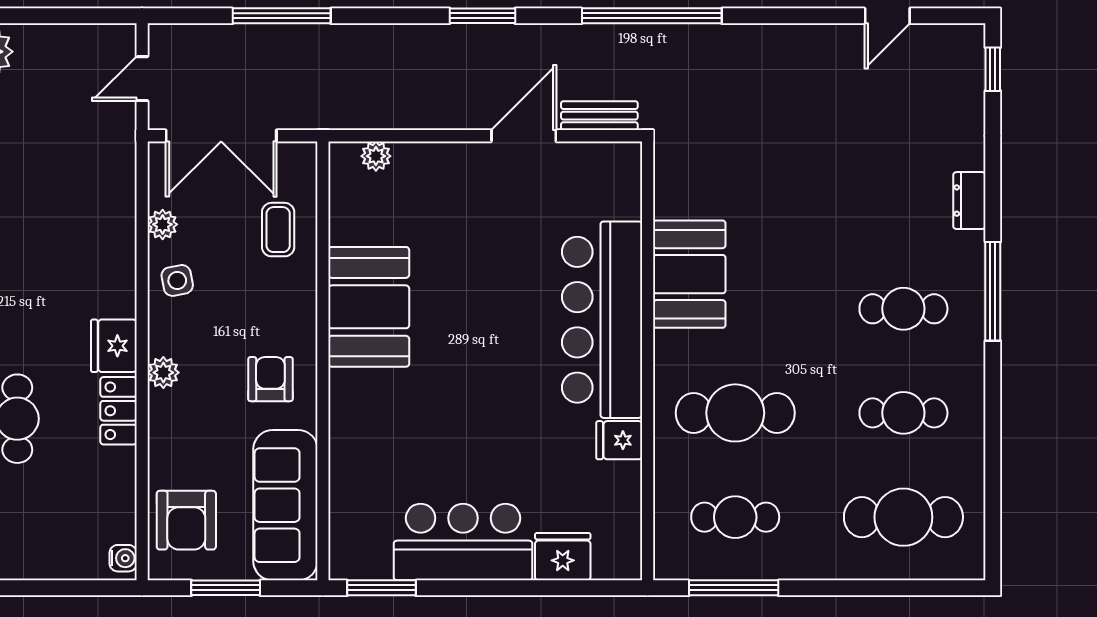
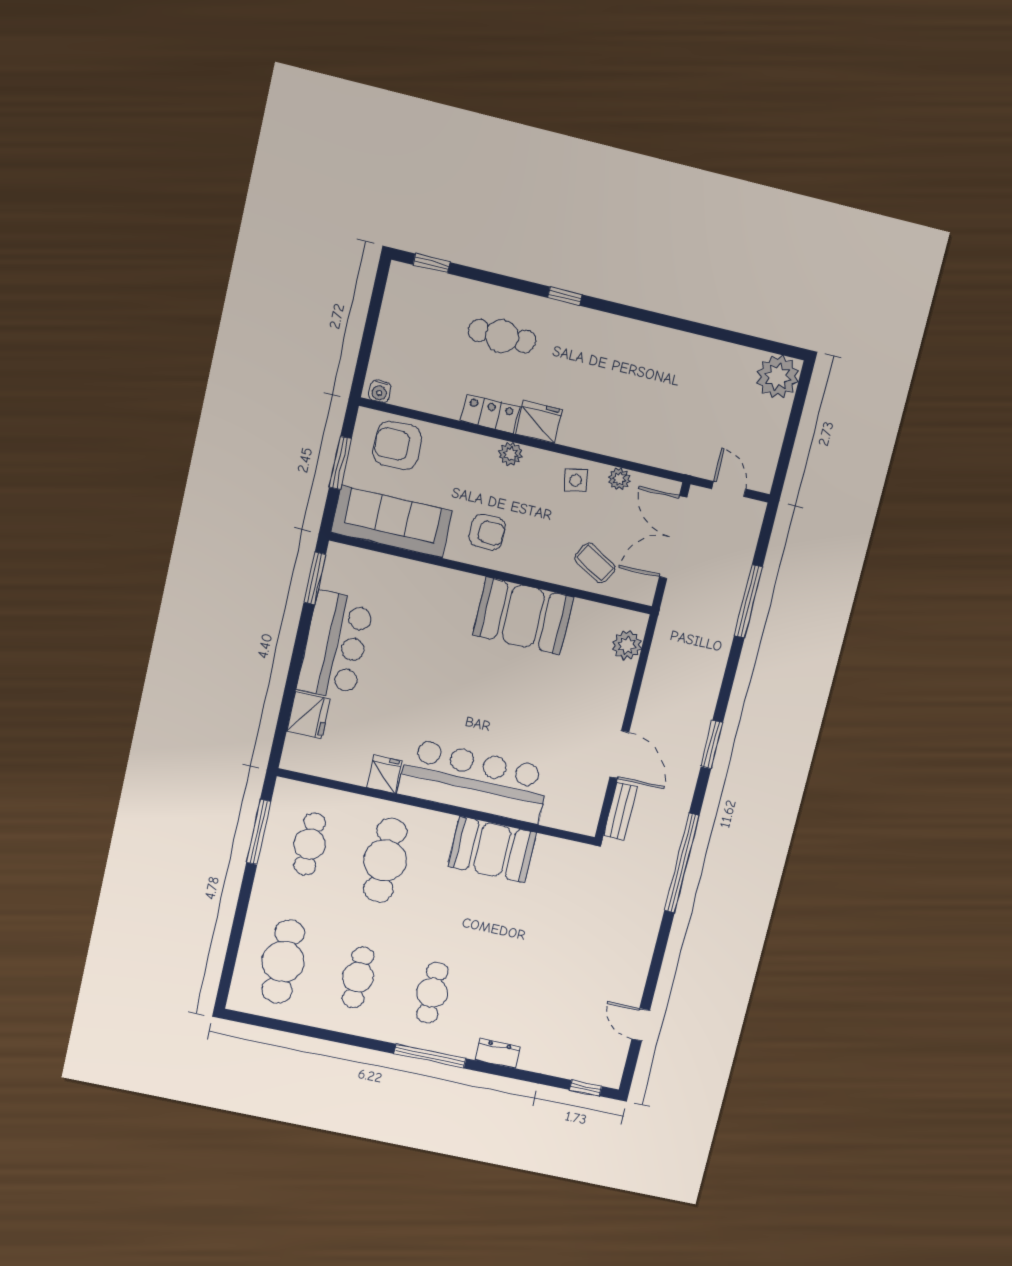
plant: (376, 156) -> (627, 645), width x1.38, depth x1.38
coffee table: (278, 230) -> (595, 563), turned 30

